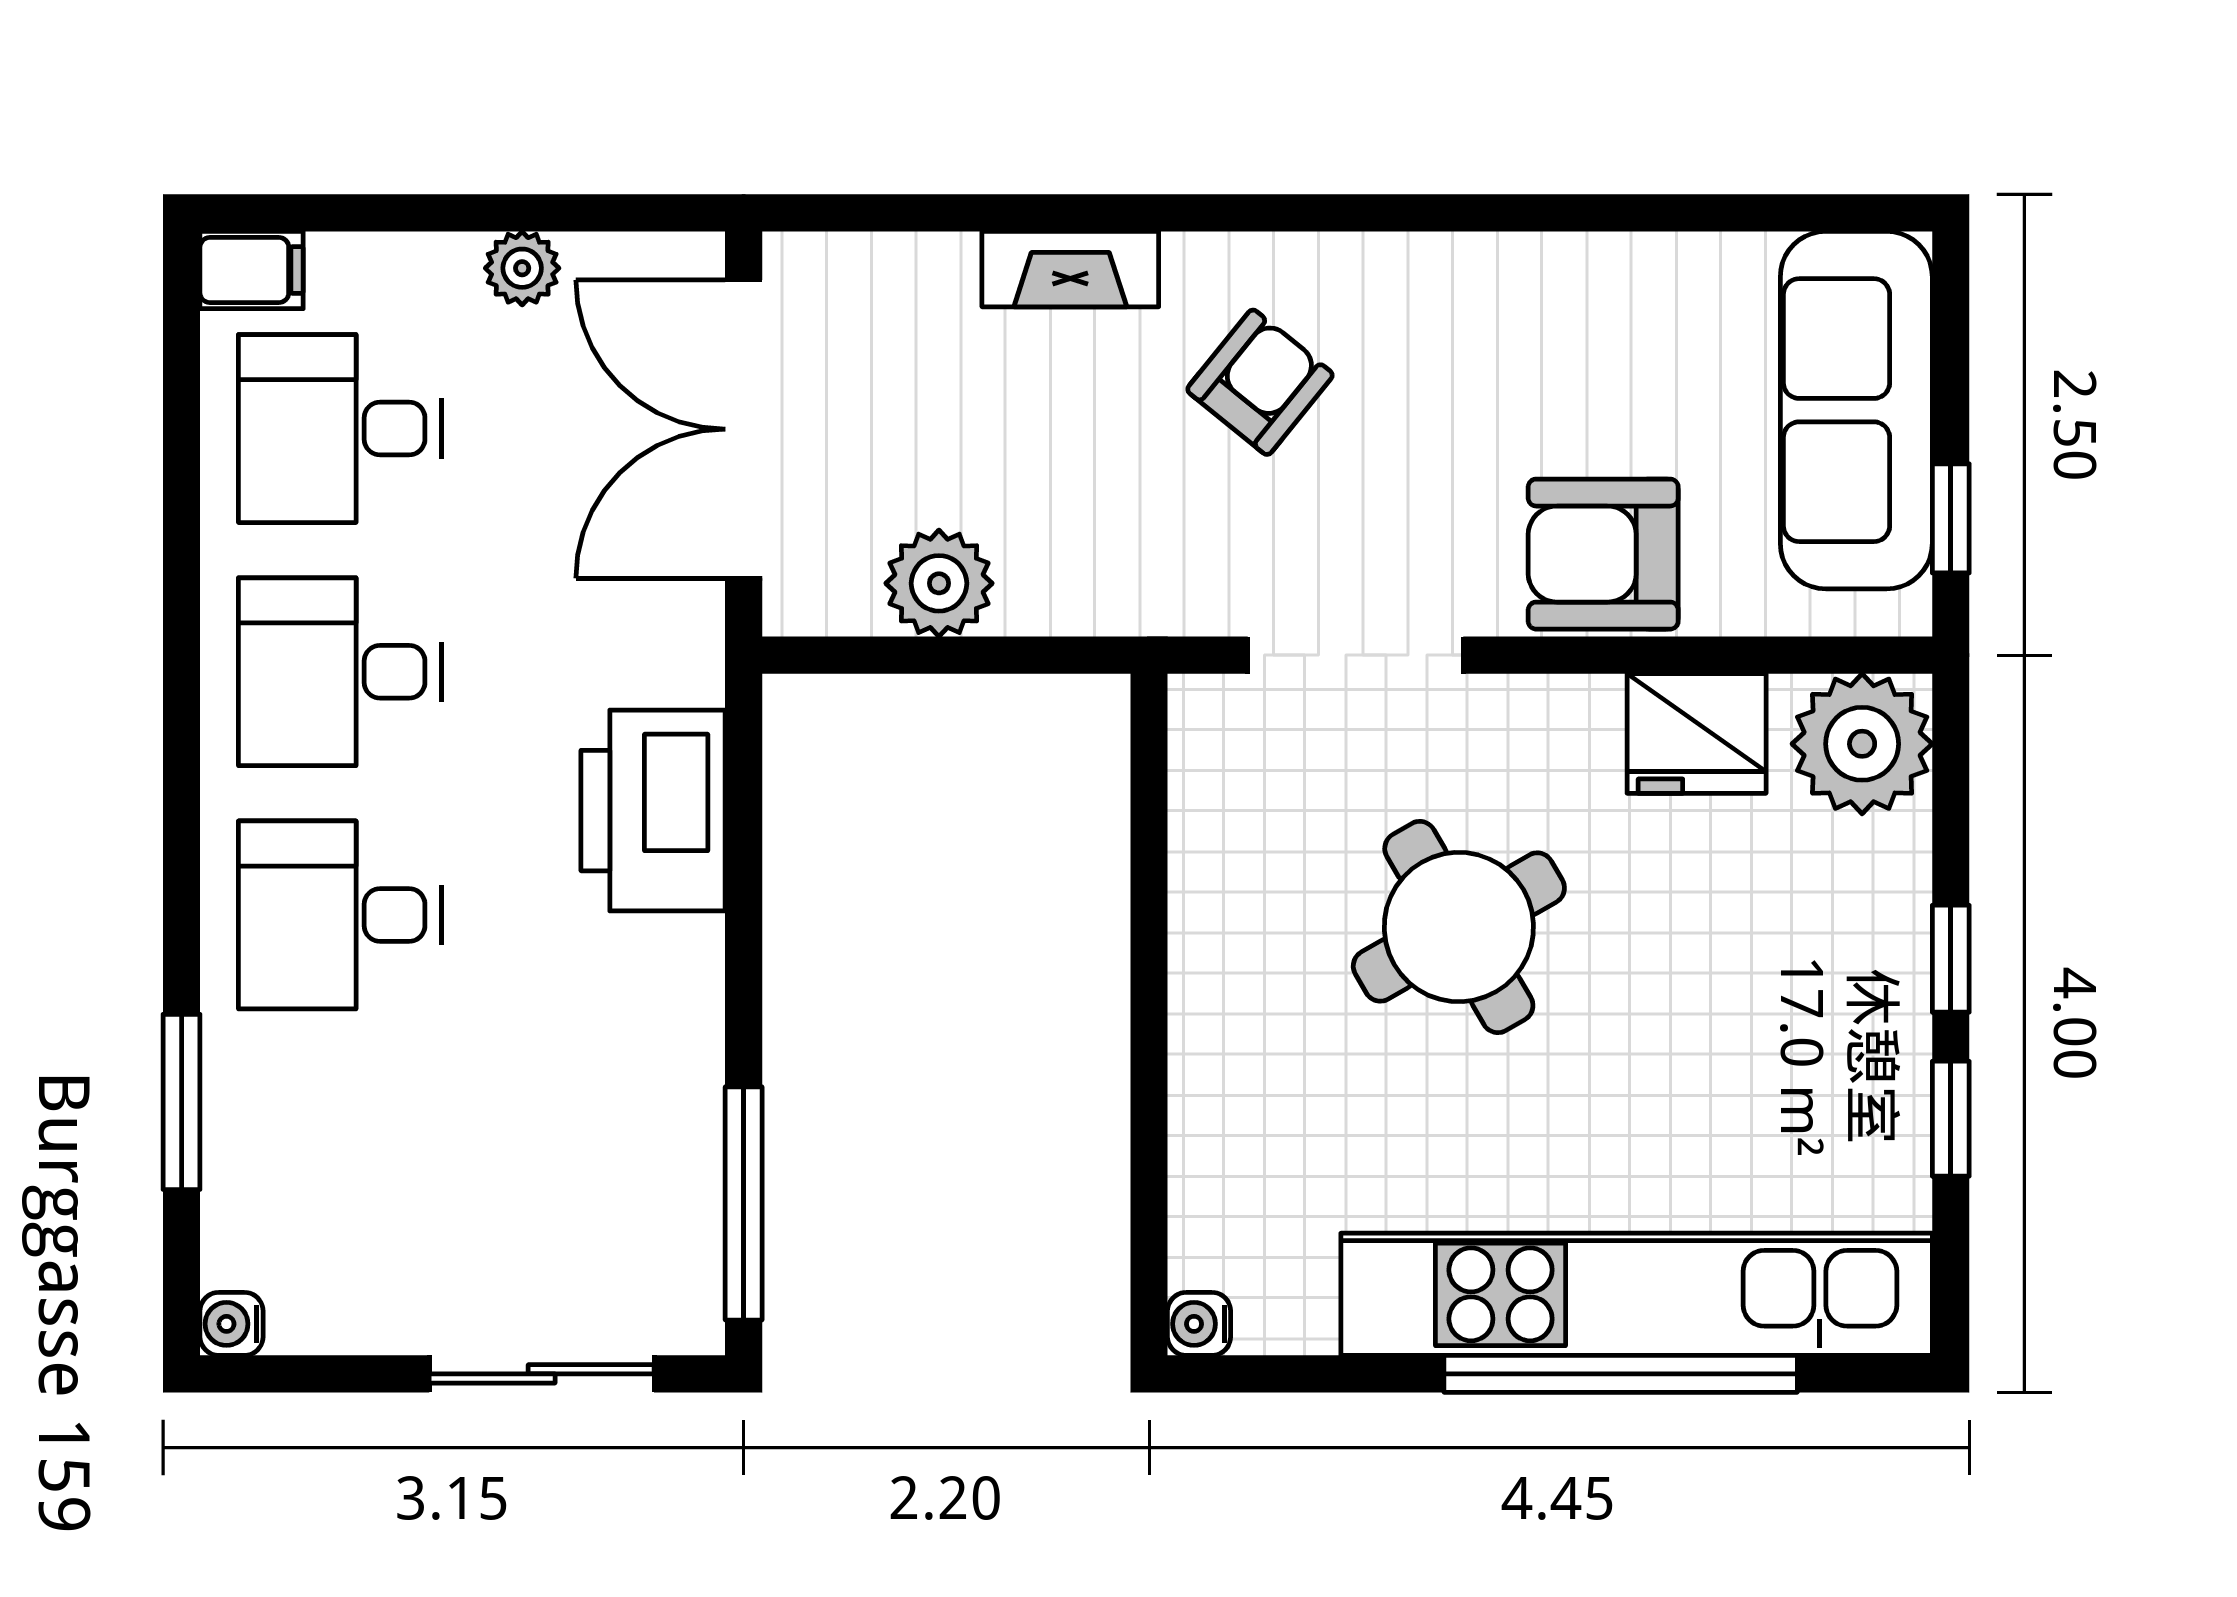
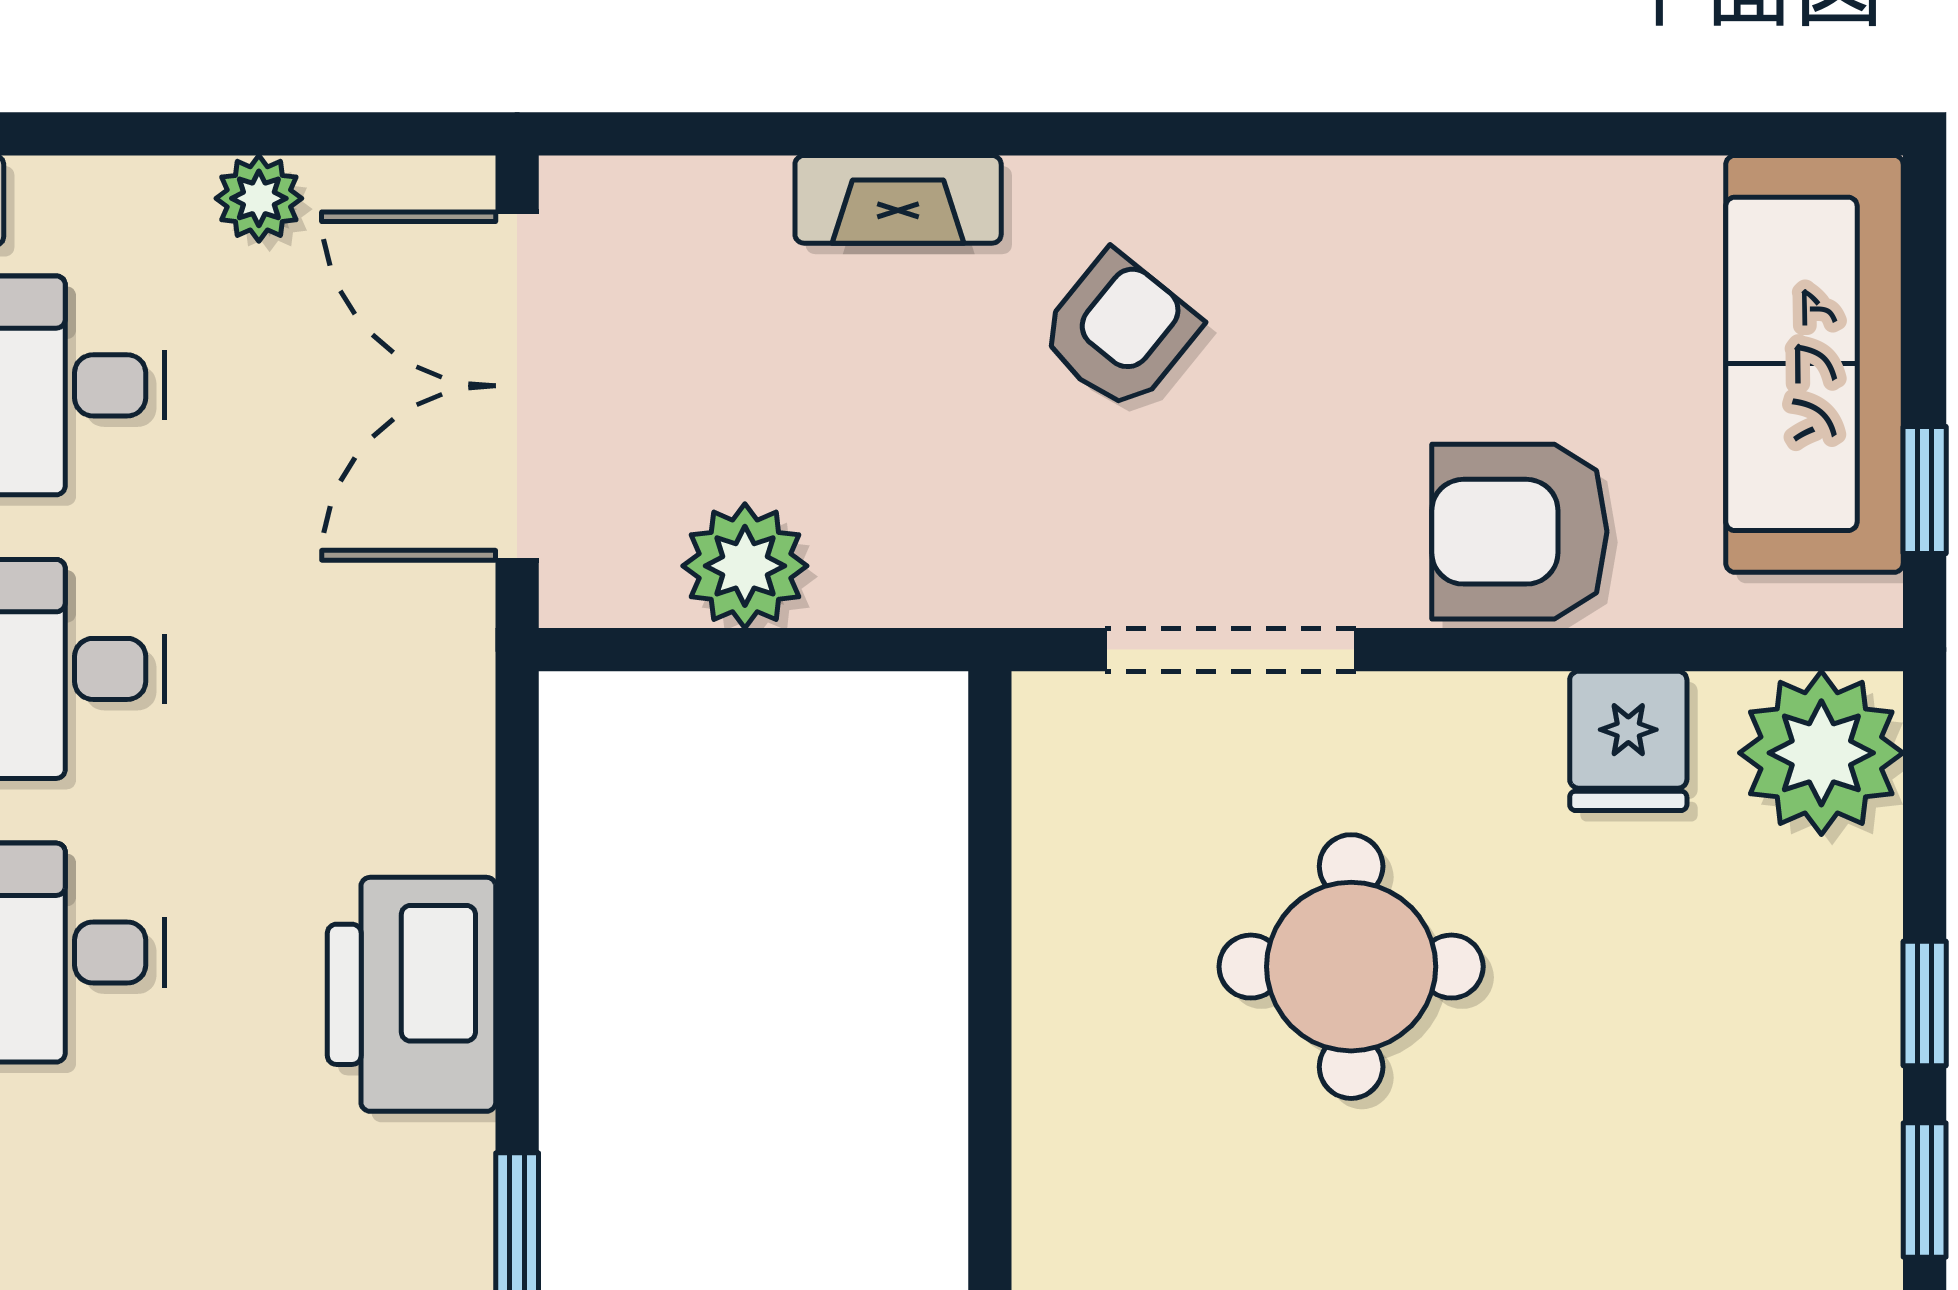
fridge: (1697, 733) -> (1628, 741), width x0.72
printer: (653, 811) -> (412, 994), moved
round table: (1459, 927) -> (1351, 967), turned 30

